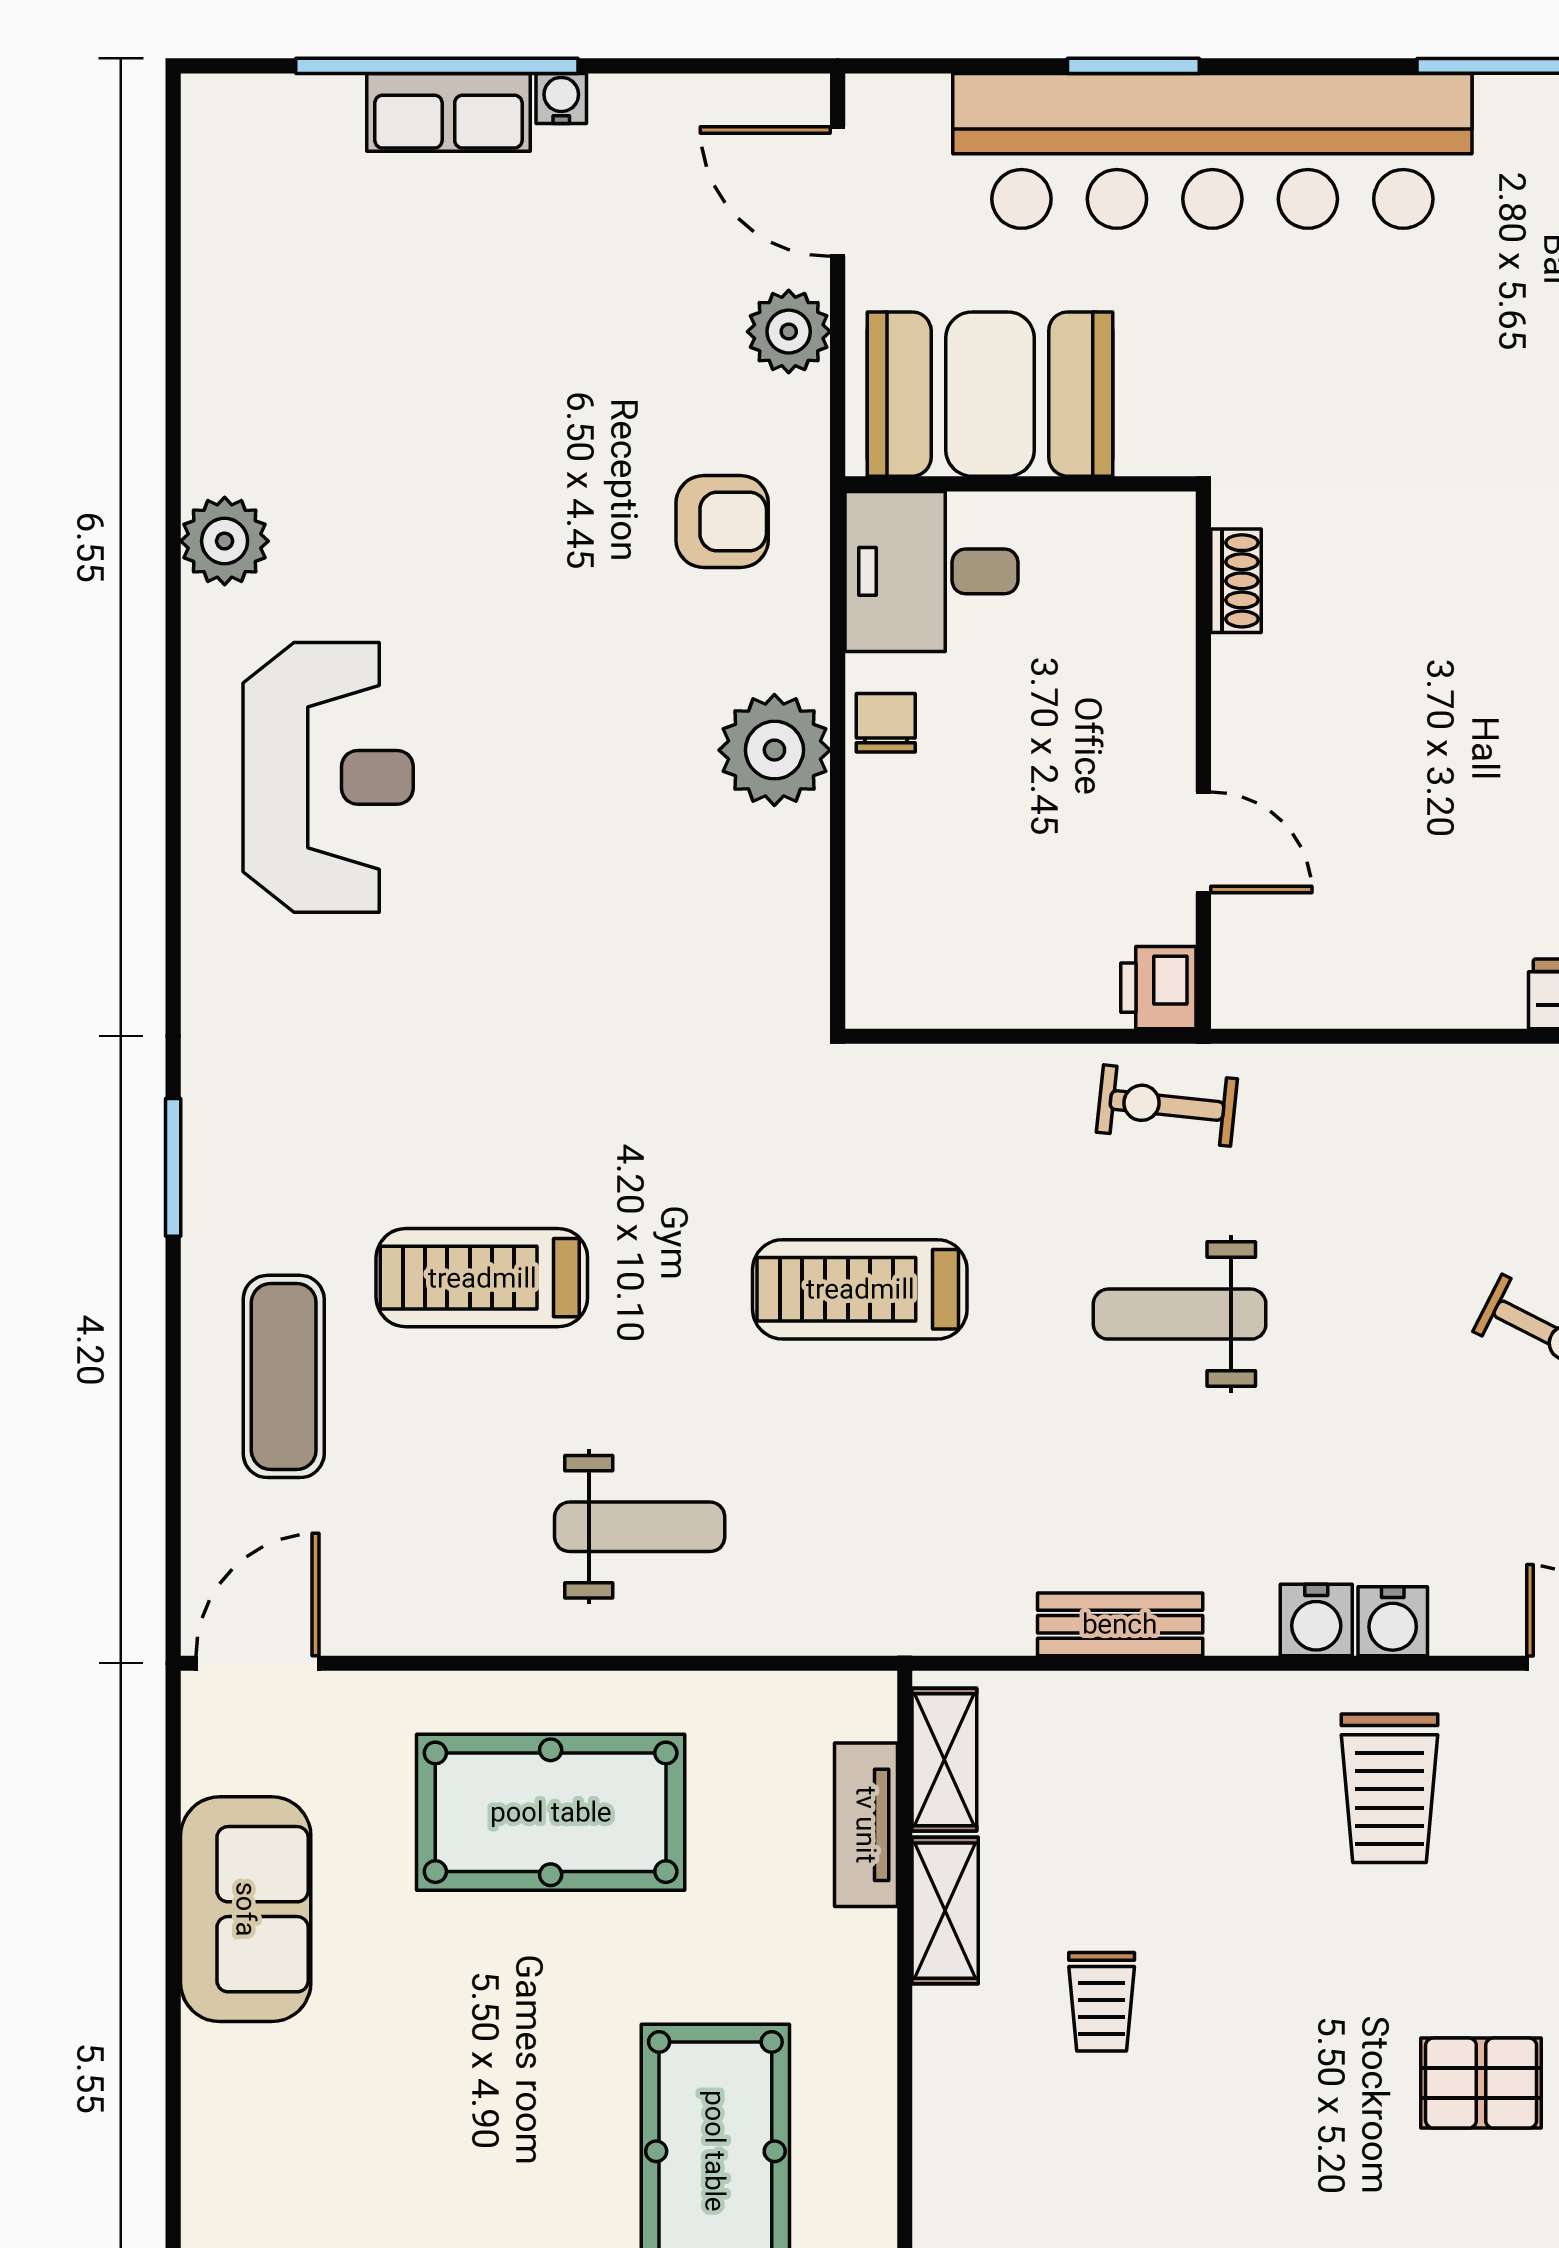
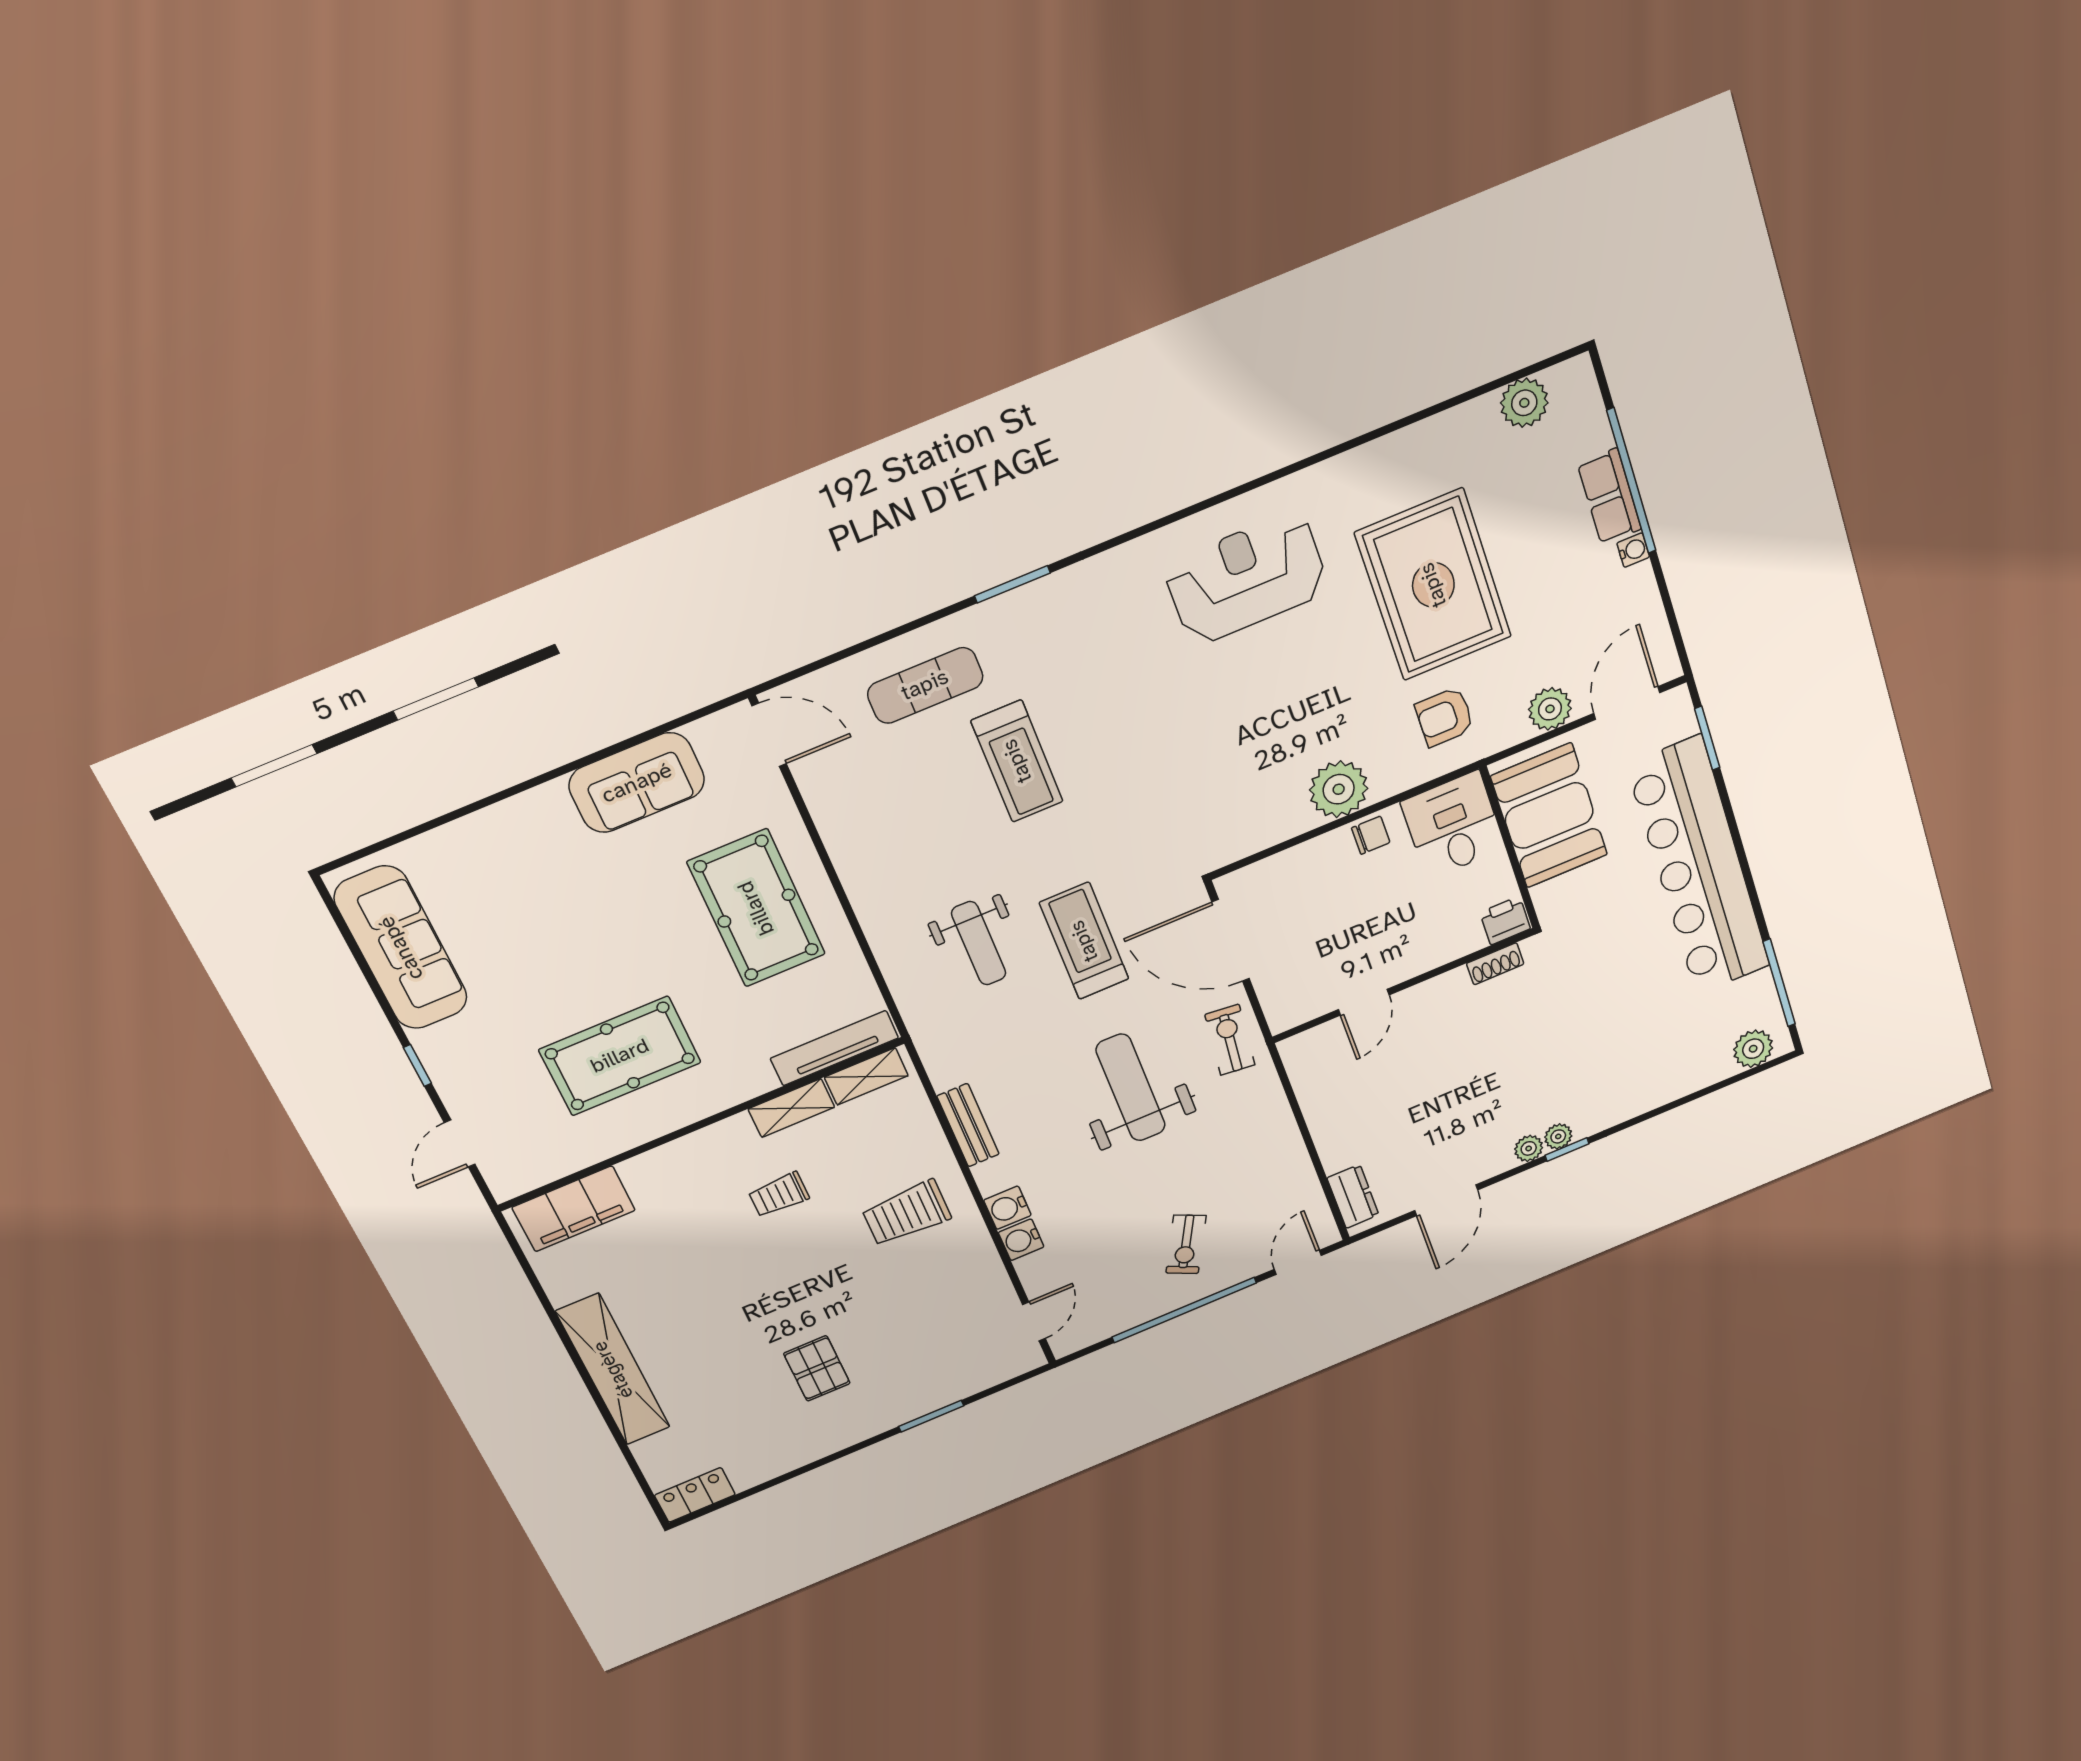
window: (1133, 66) -> (1707, 738), moved
rug: (475, 464) -> (1433, 585), added
armchair: (722, 522) -> (1445, 717), turned 90
plant: (225, 541) -> (1524, 403), moved
reception desk: (328, 777) -> (1246, 578), turned 180
printer: (1158, 988) -> (1505, 920), moved
door: (975, 1036) -> (1231, 940), added
treadmill: (482, 1278) -> (1017, 761), turned 180
weight bench: (1180, 1314) -> (1131, 1088), width x1.36, depth x1.33
weight bench: (640, 1527) -> (979, 943), moved
trolley: (1389, 1788) -> (907, 1213), moved
tv unit: (866, 1825) -> (834, 1048), width x1.41

